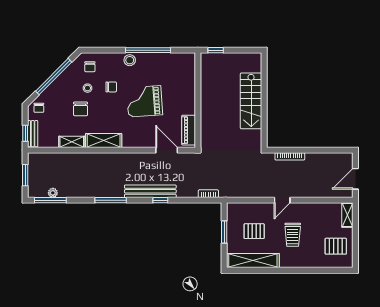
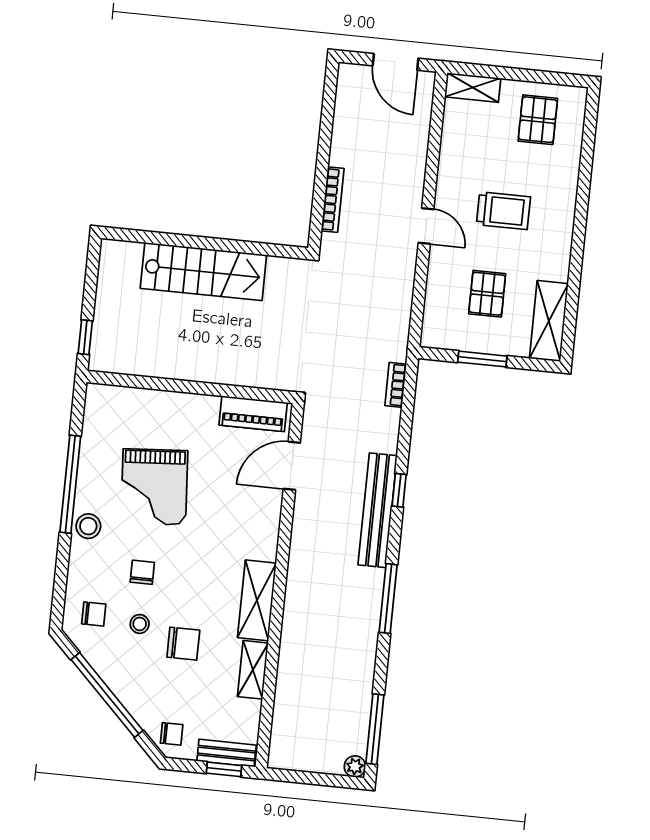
grand piano: (144, 101) -> (154, 487), moved
window: (25, 175) -> (315, 779), removed
plant: (53, 193) -> (355, 766), moved
shelving: (253, 261) -> (549, 321), width x0.68

